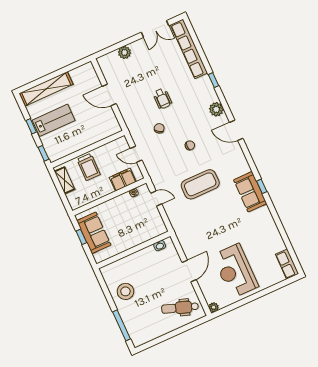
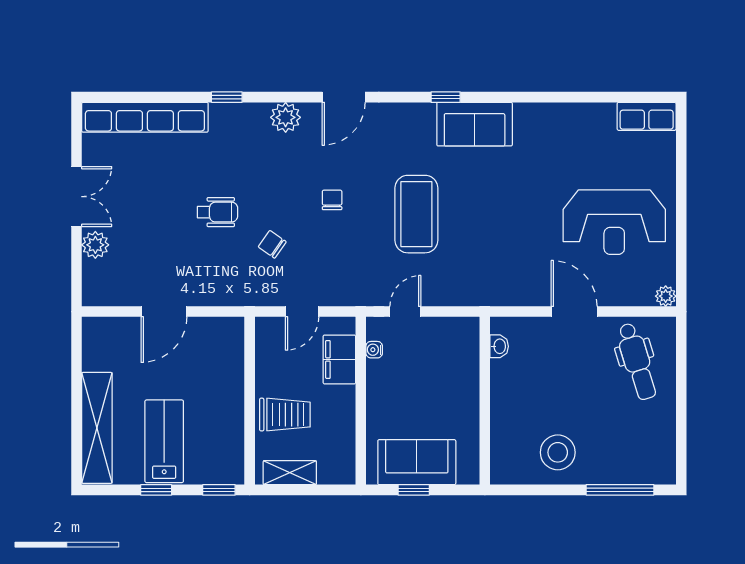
double door: (155, 29) -> (77, 197), moved
window: (262, 186) -> (446, 97), moved
dental chair: (180, 308) -> (637, 361), turned -36

